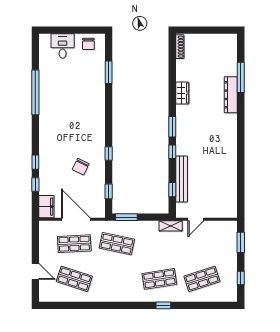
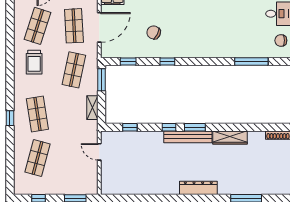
window: (109, 72) -> (251, 61), width x1.44
wardrobe: (182, 93) -> (230, 138), width x1.50
dresser: (231, 95) -> (198, 188), moved
bench: (182, 179) -> (188, 137), moved
shelving: (171, 226) -> (92, 108), moved
shop shelf: (202, 279) -> (37, 158), turned 33
trolley: (109, 282) -> (34, 62), added

